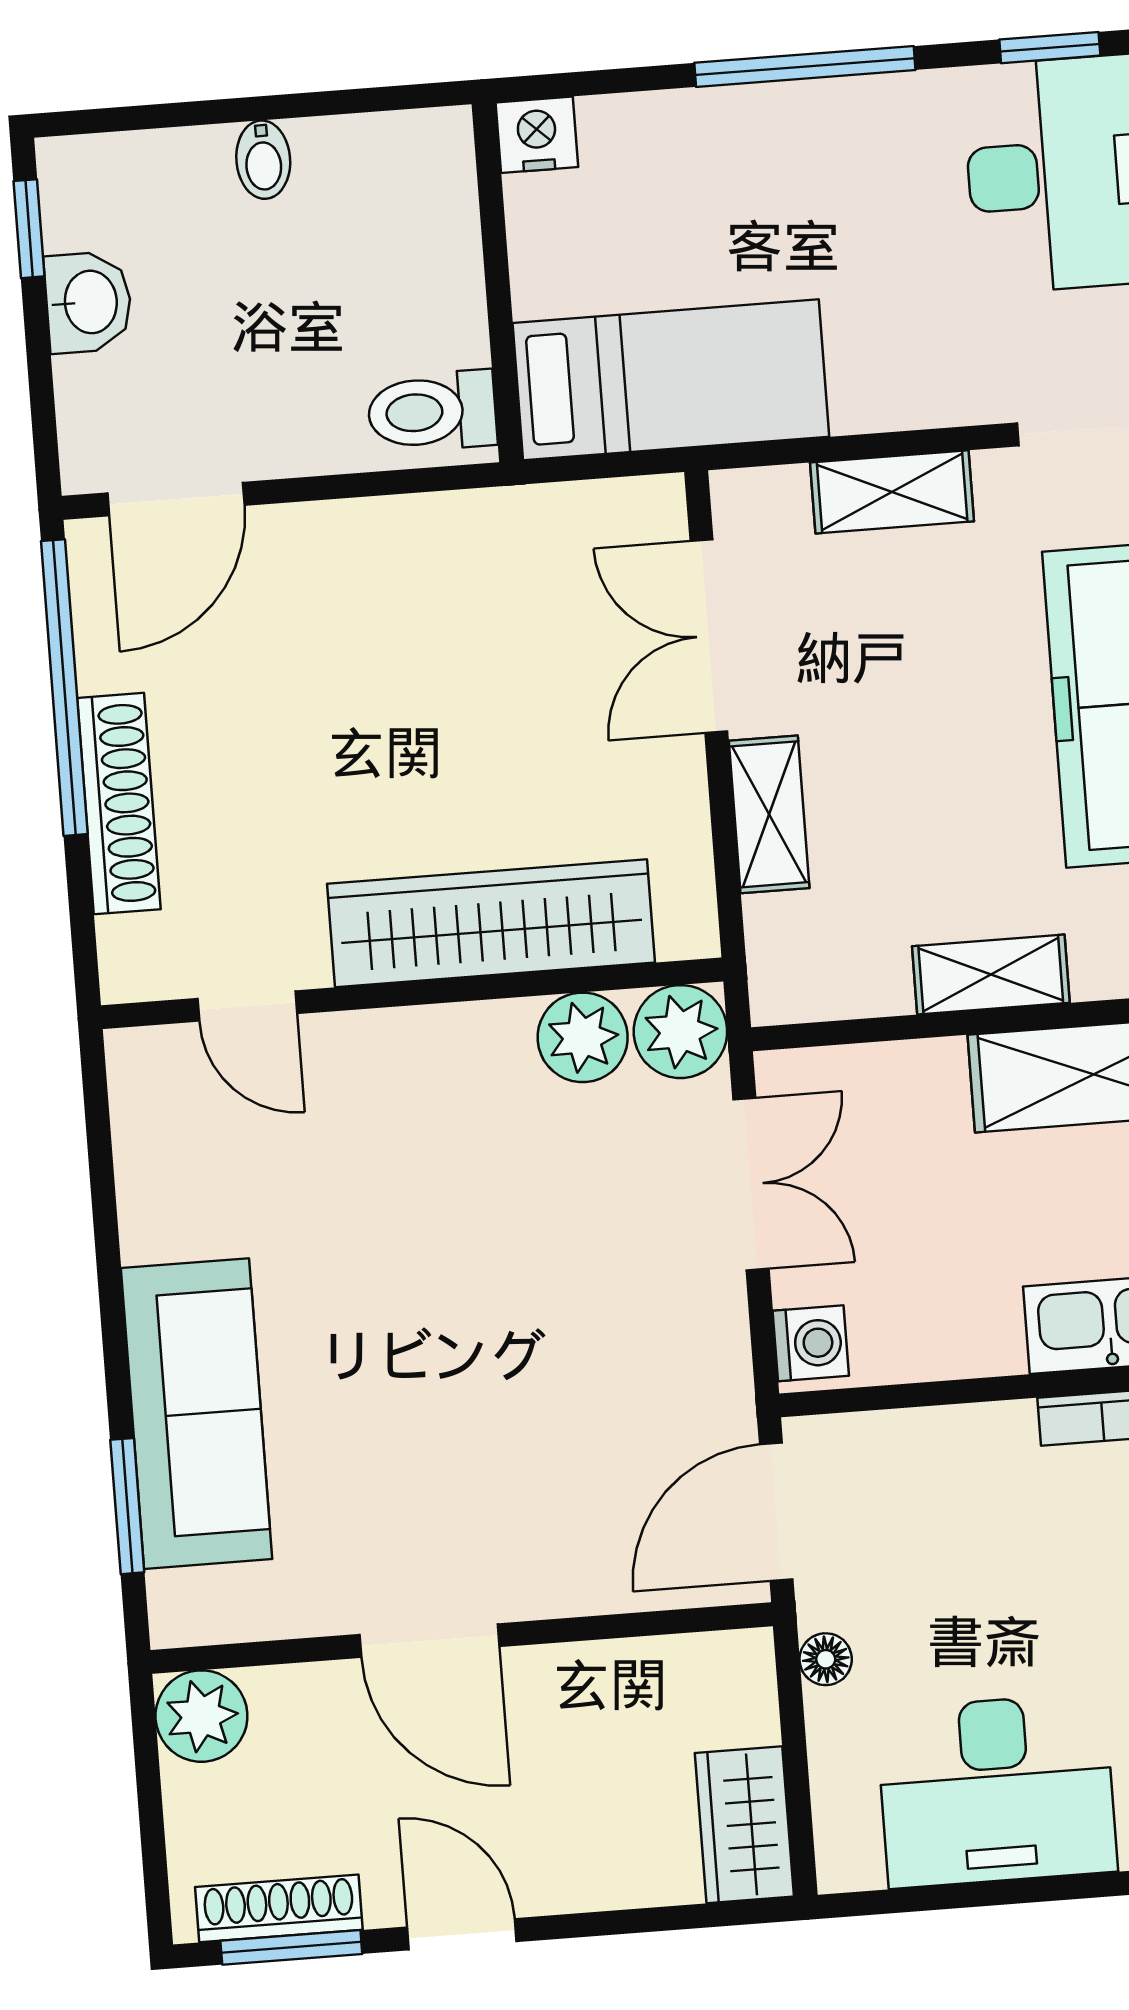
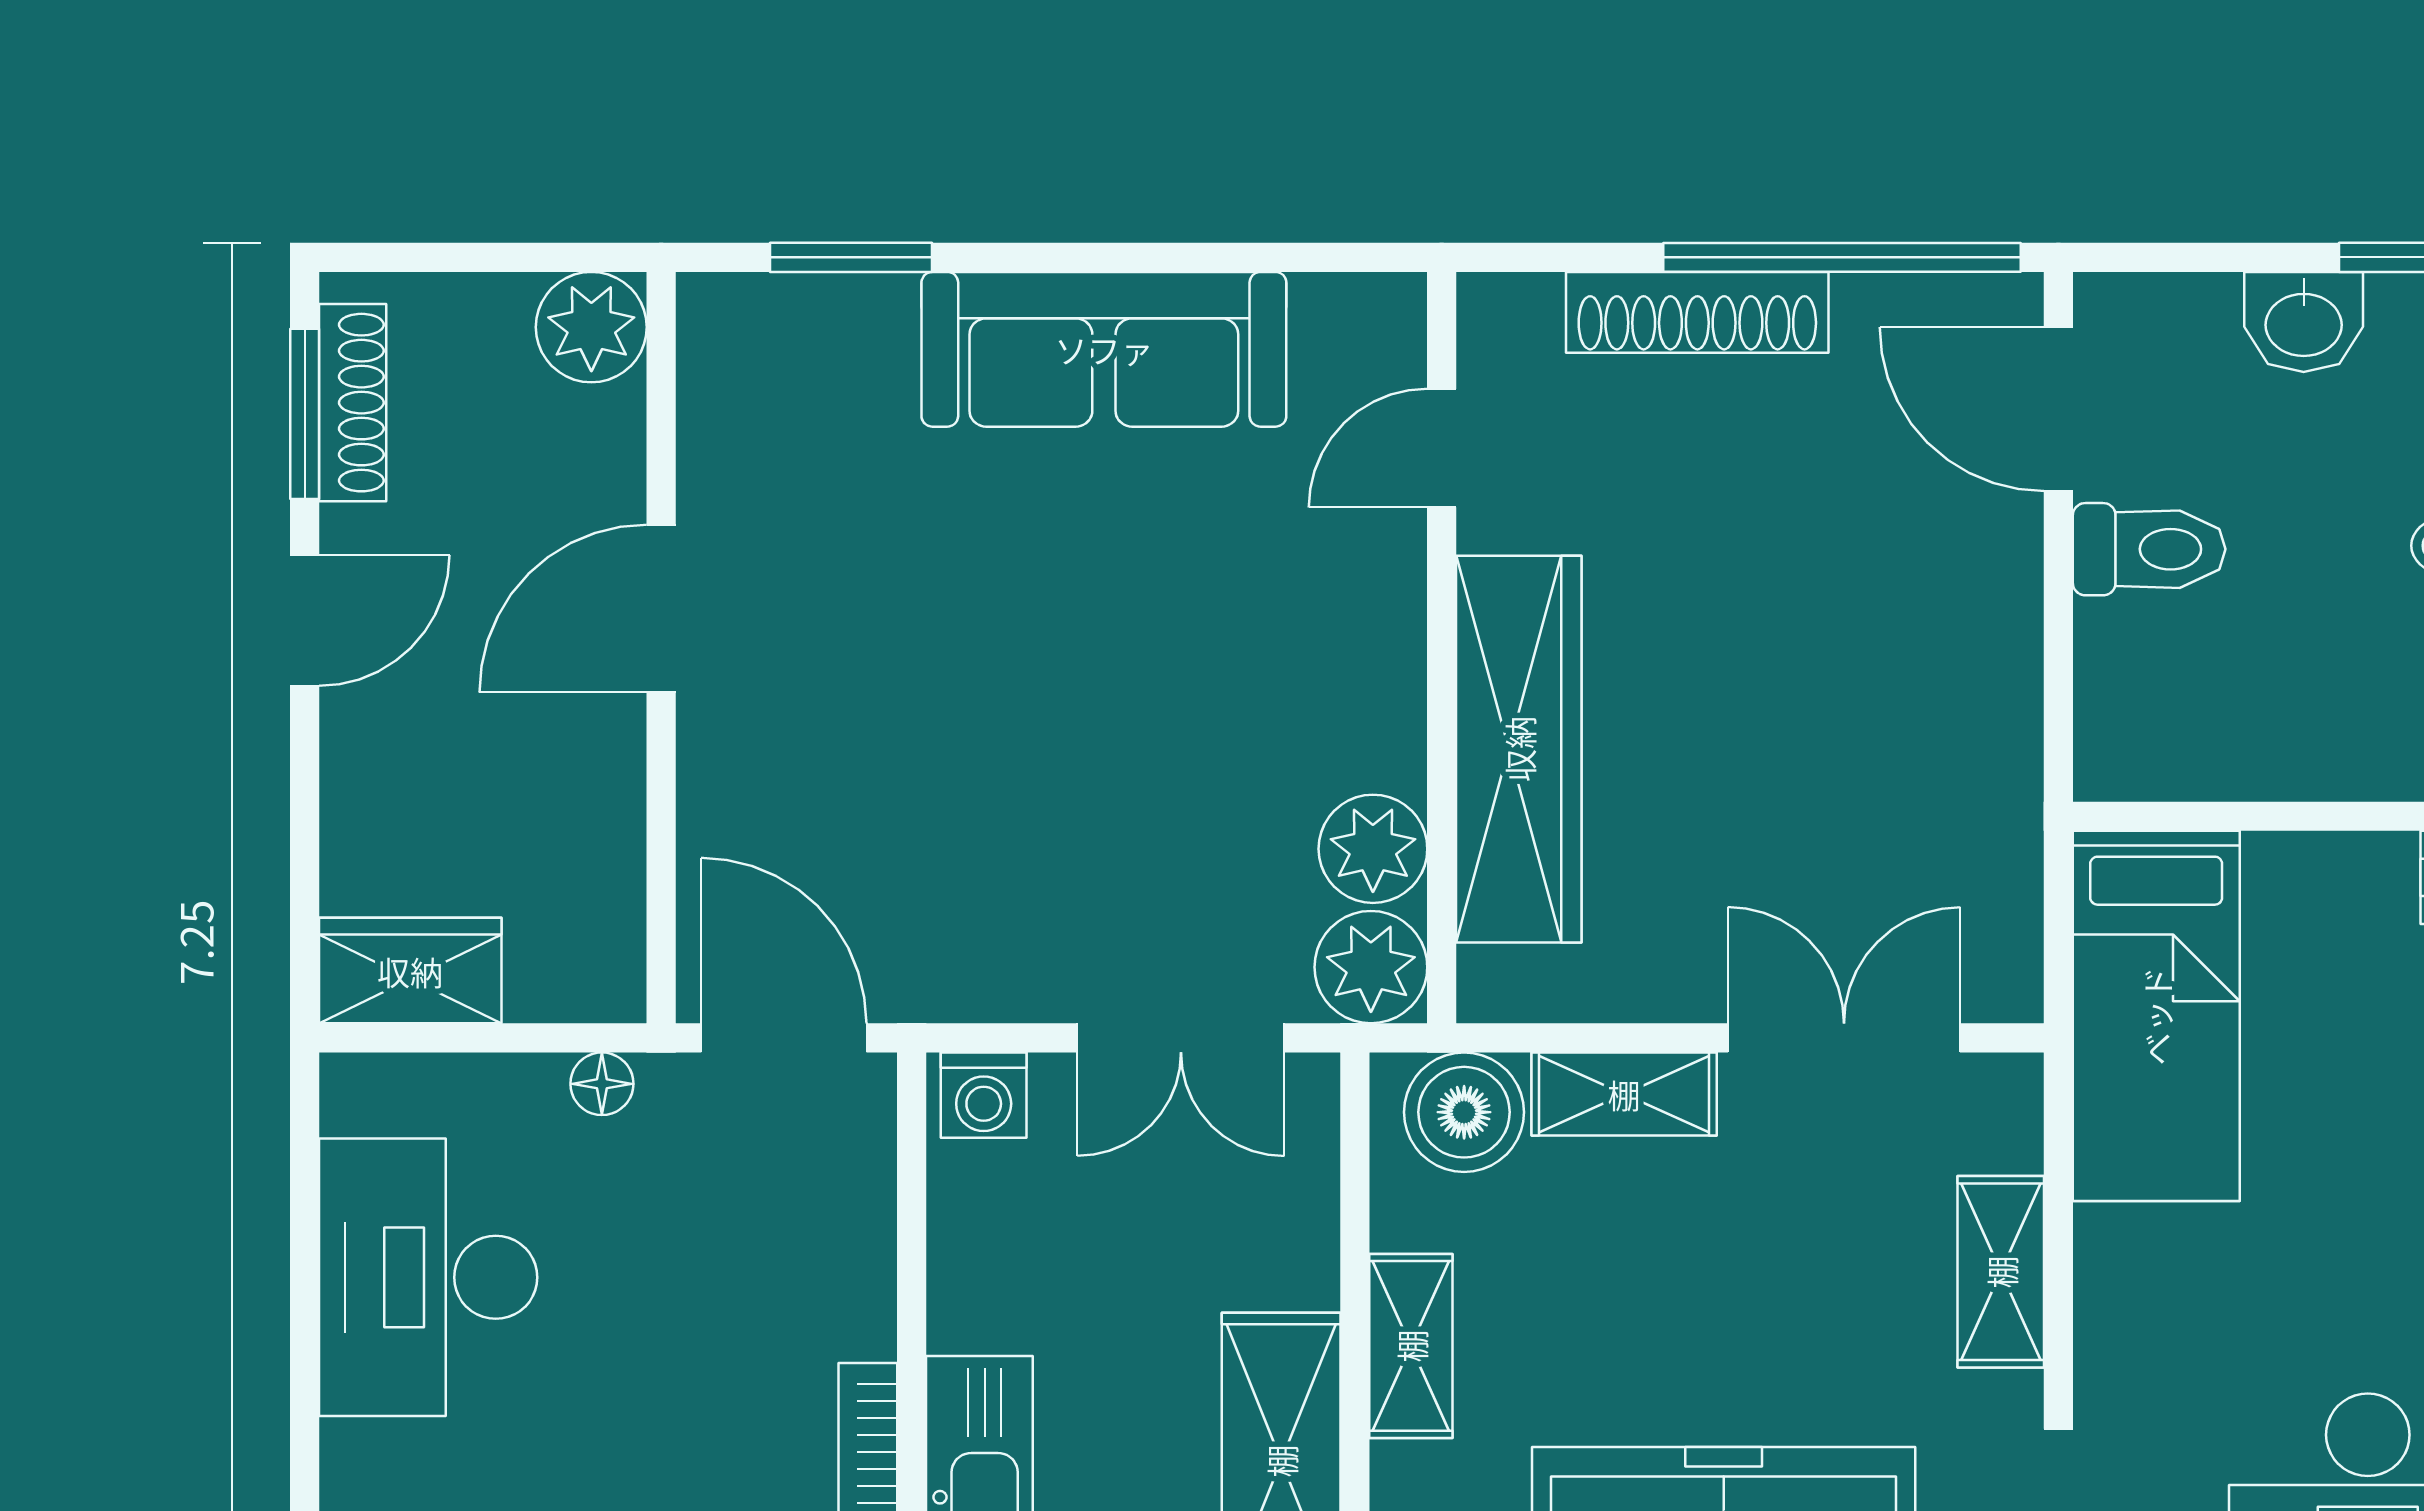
toilet: (432, 411) -> (2149, 549), moved, turned 90
boiler: (794, 945) -> (1464, 1112), added
sofa: (197, 1414) -> (1104, 349), moved

